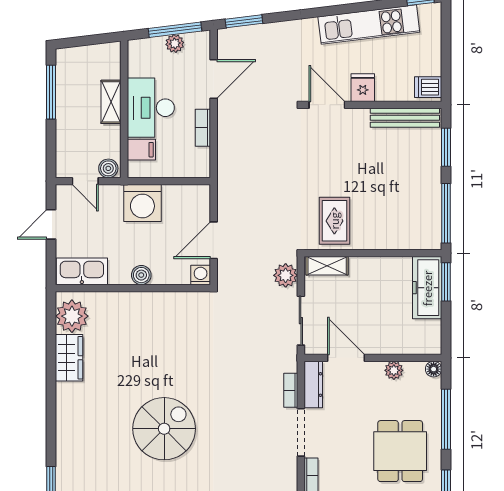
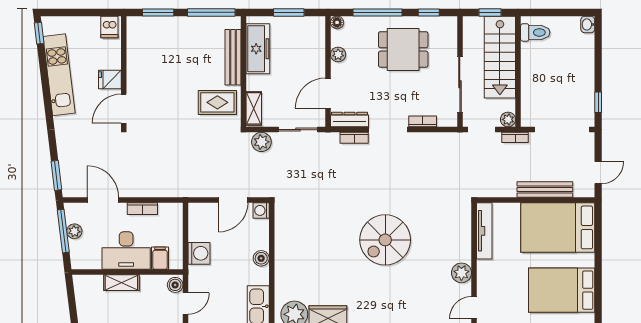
bench: (405, 118) -> (233, 57), moved
washing machine: (142, 203) -> (199, 253), width x0.73, depth x0.73
door: (214, 240) -> (233, 200), hinge flipped
window: (446, 282) -> (289, 12), moved
freezer: (427, 288) -> (258, 49), moved, turned -90
spiral stairs: (164, 429) -> (385, 240), turned -90

